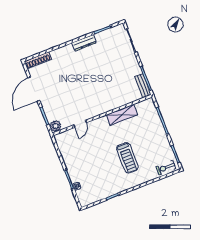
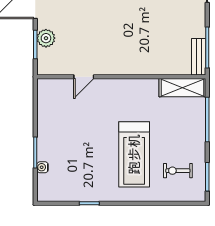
shelving: (122, 115) -> (182, 88), moved
plant: (56, 126) -> (46, 38), moved
treadmill: (127, 158) -> (134, 154), width x1.37, depth x1.38
exercise bike: (166, 168) -> (178, 171), moved

